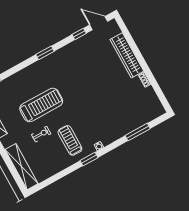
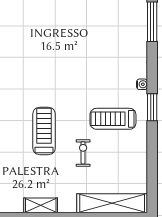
treadmill: (41, 105) -> (44, 131), width x0.73, depth x0.73

